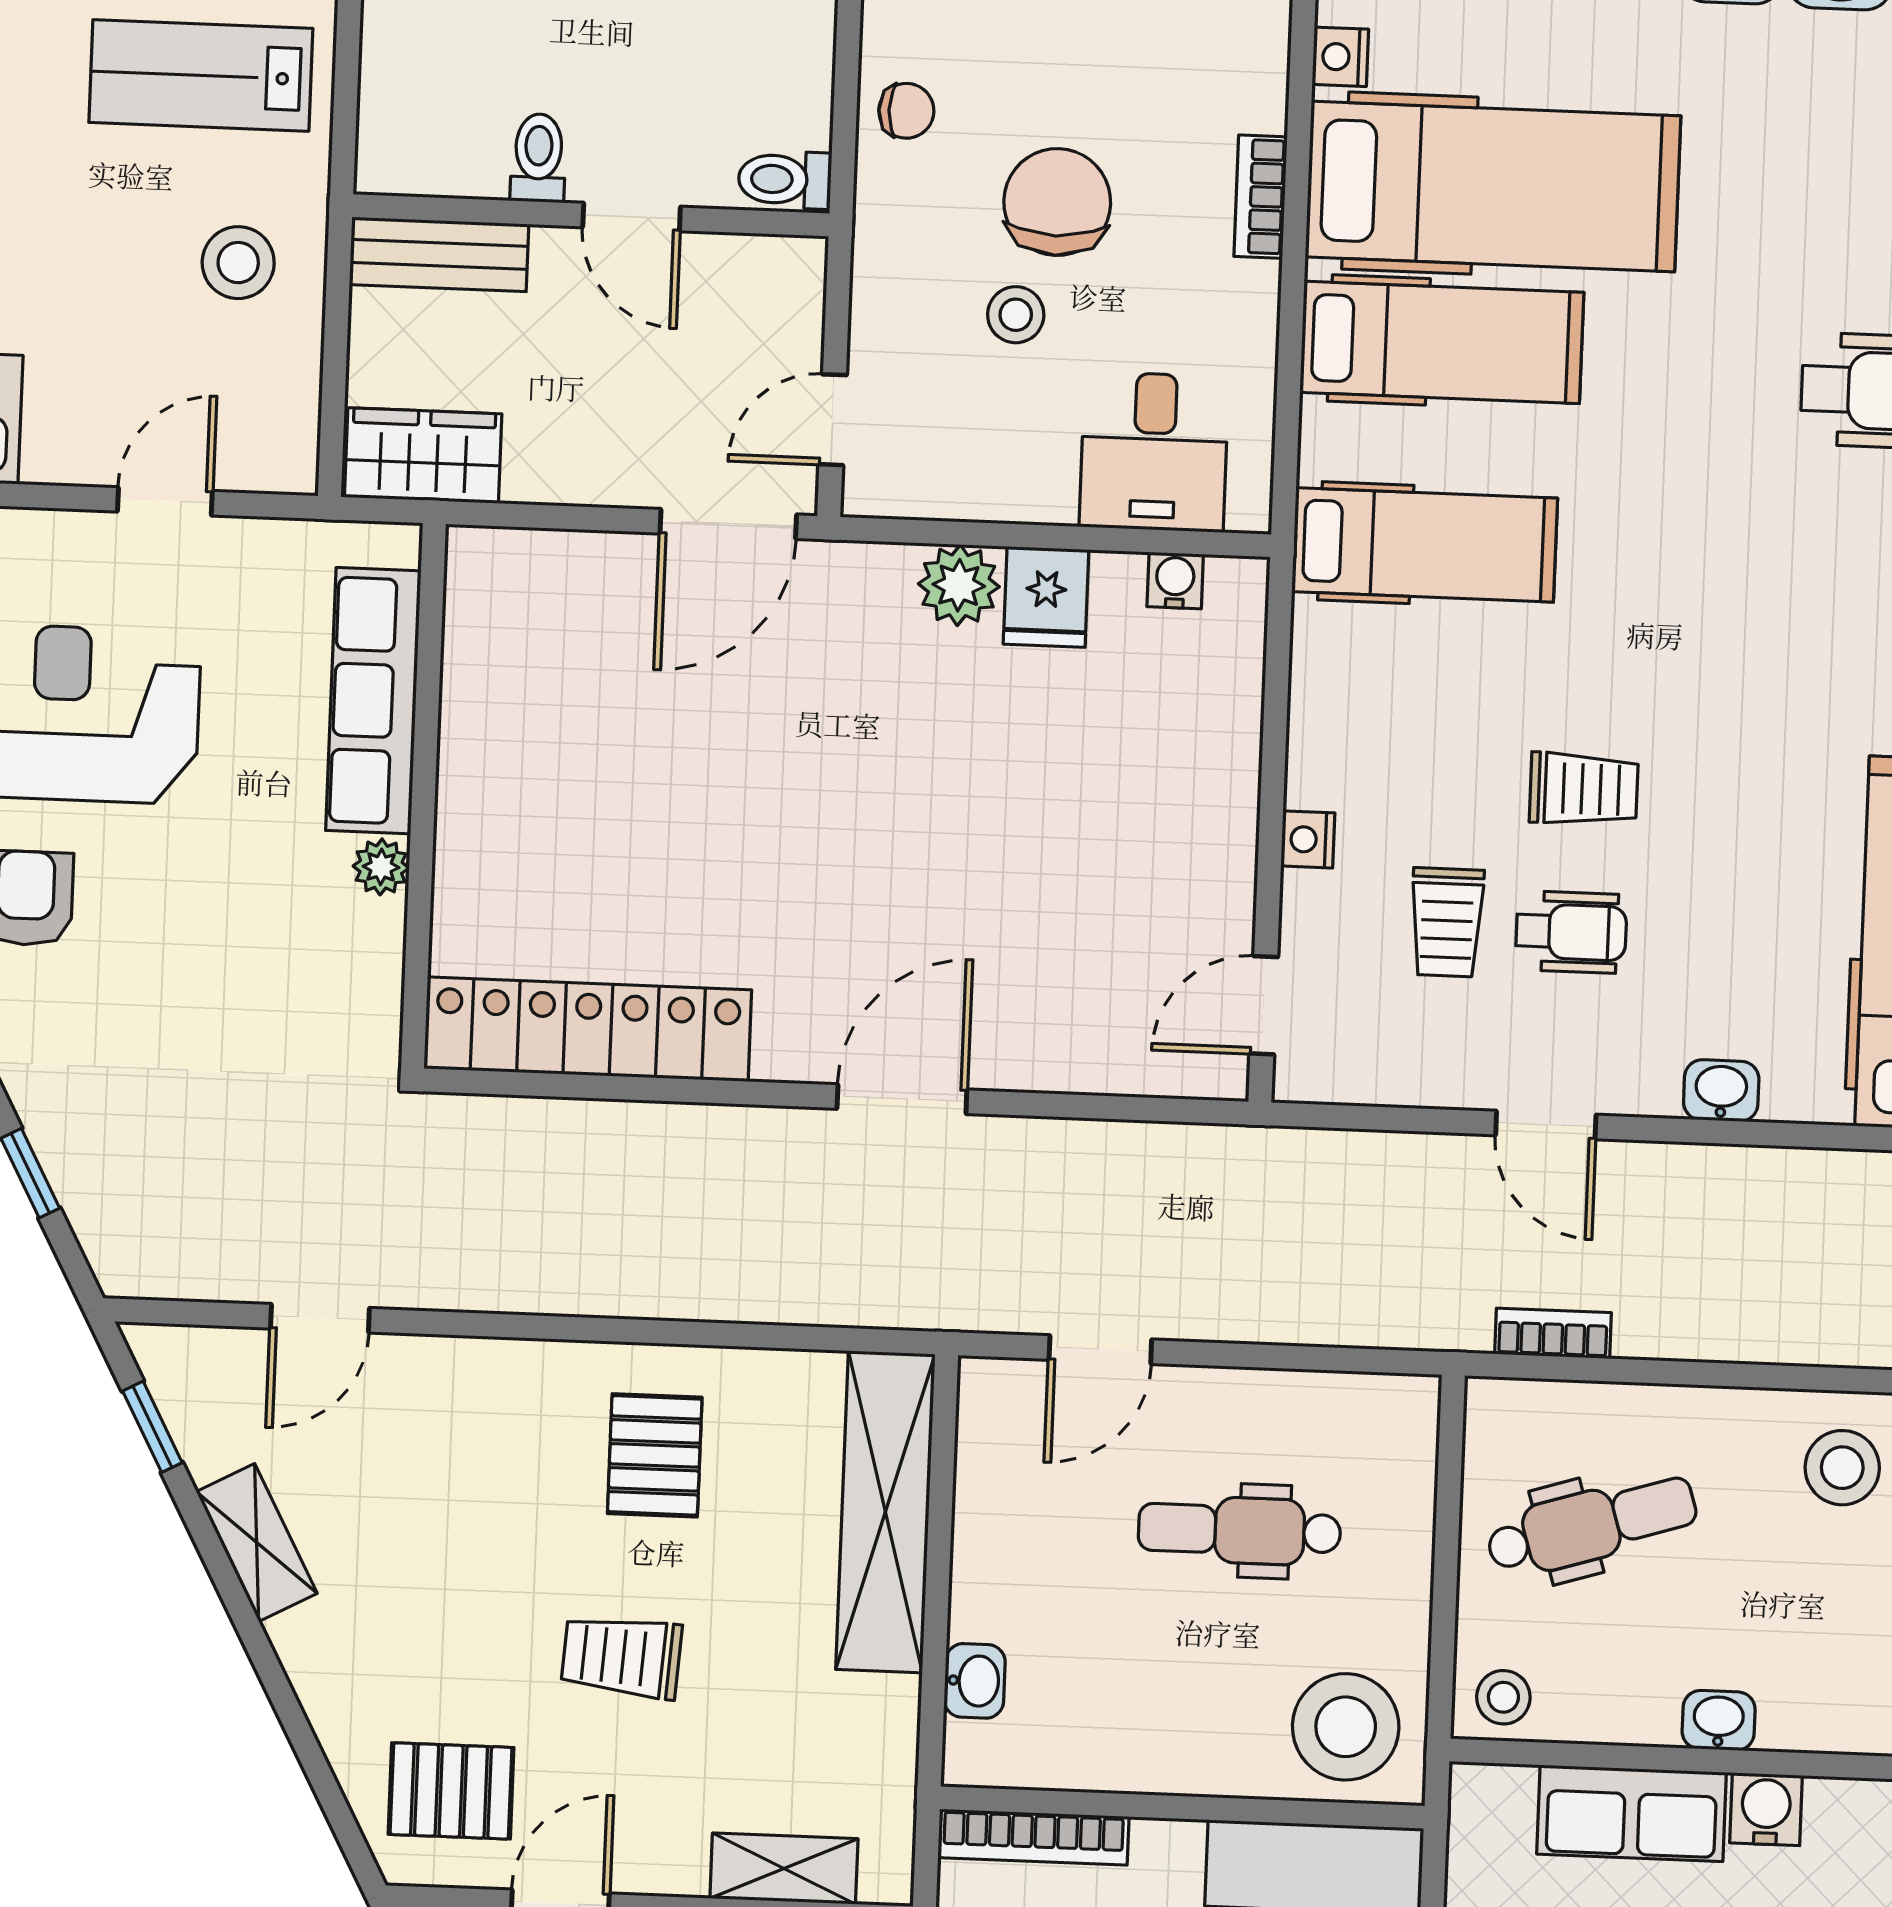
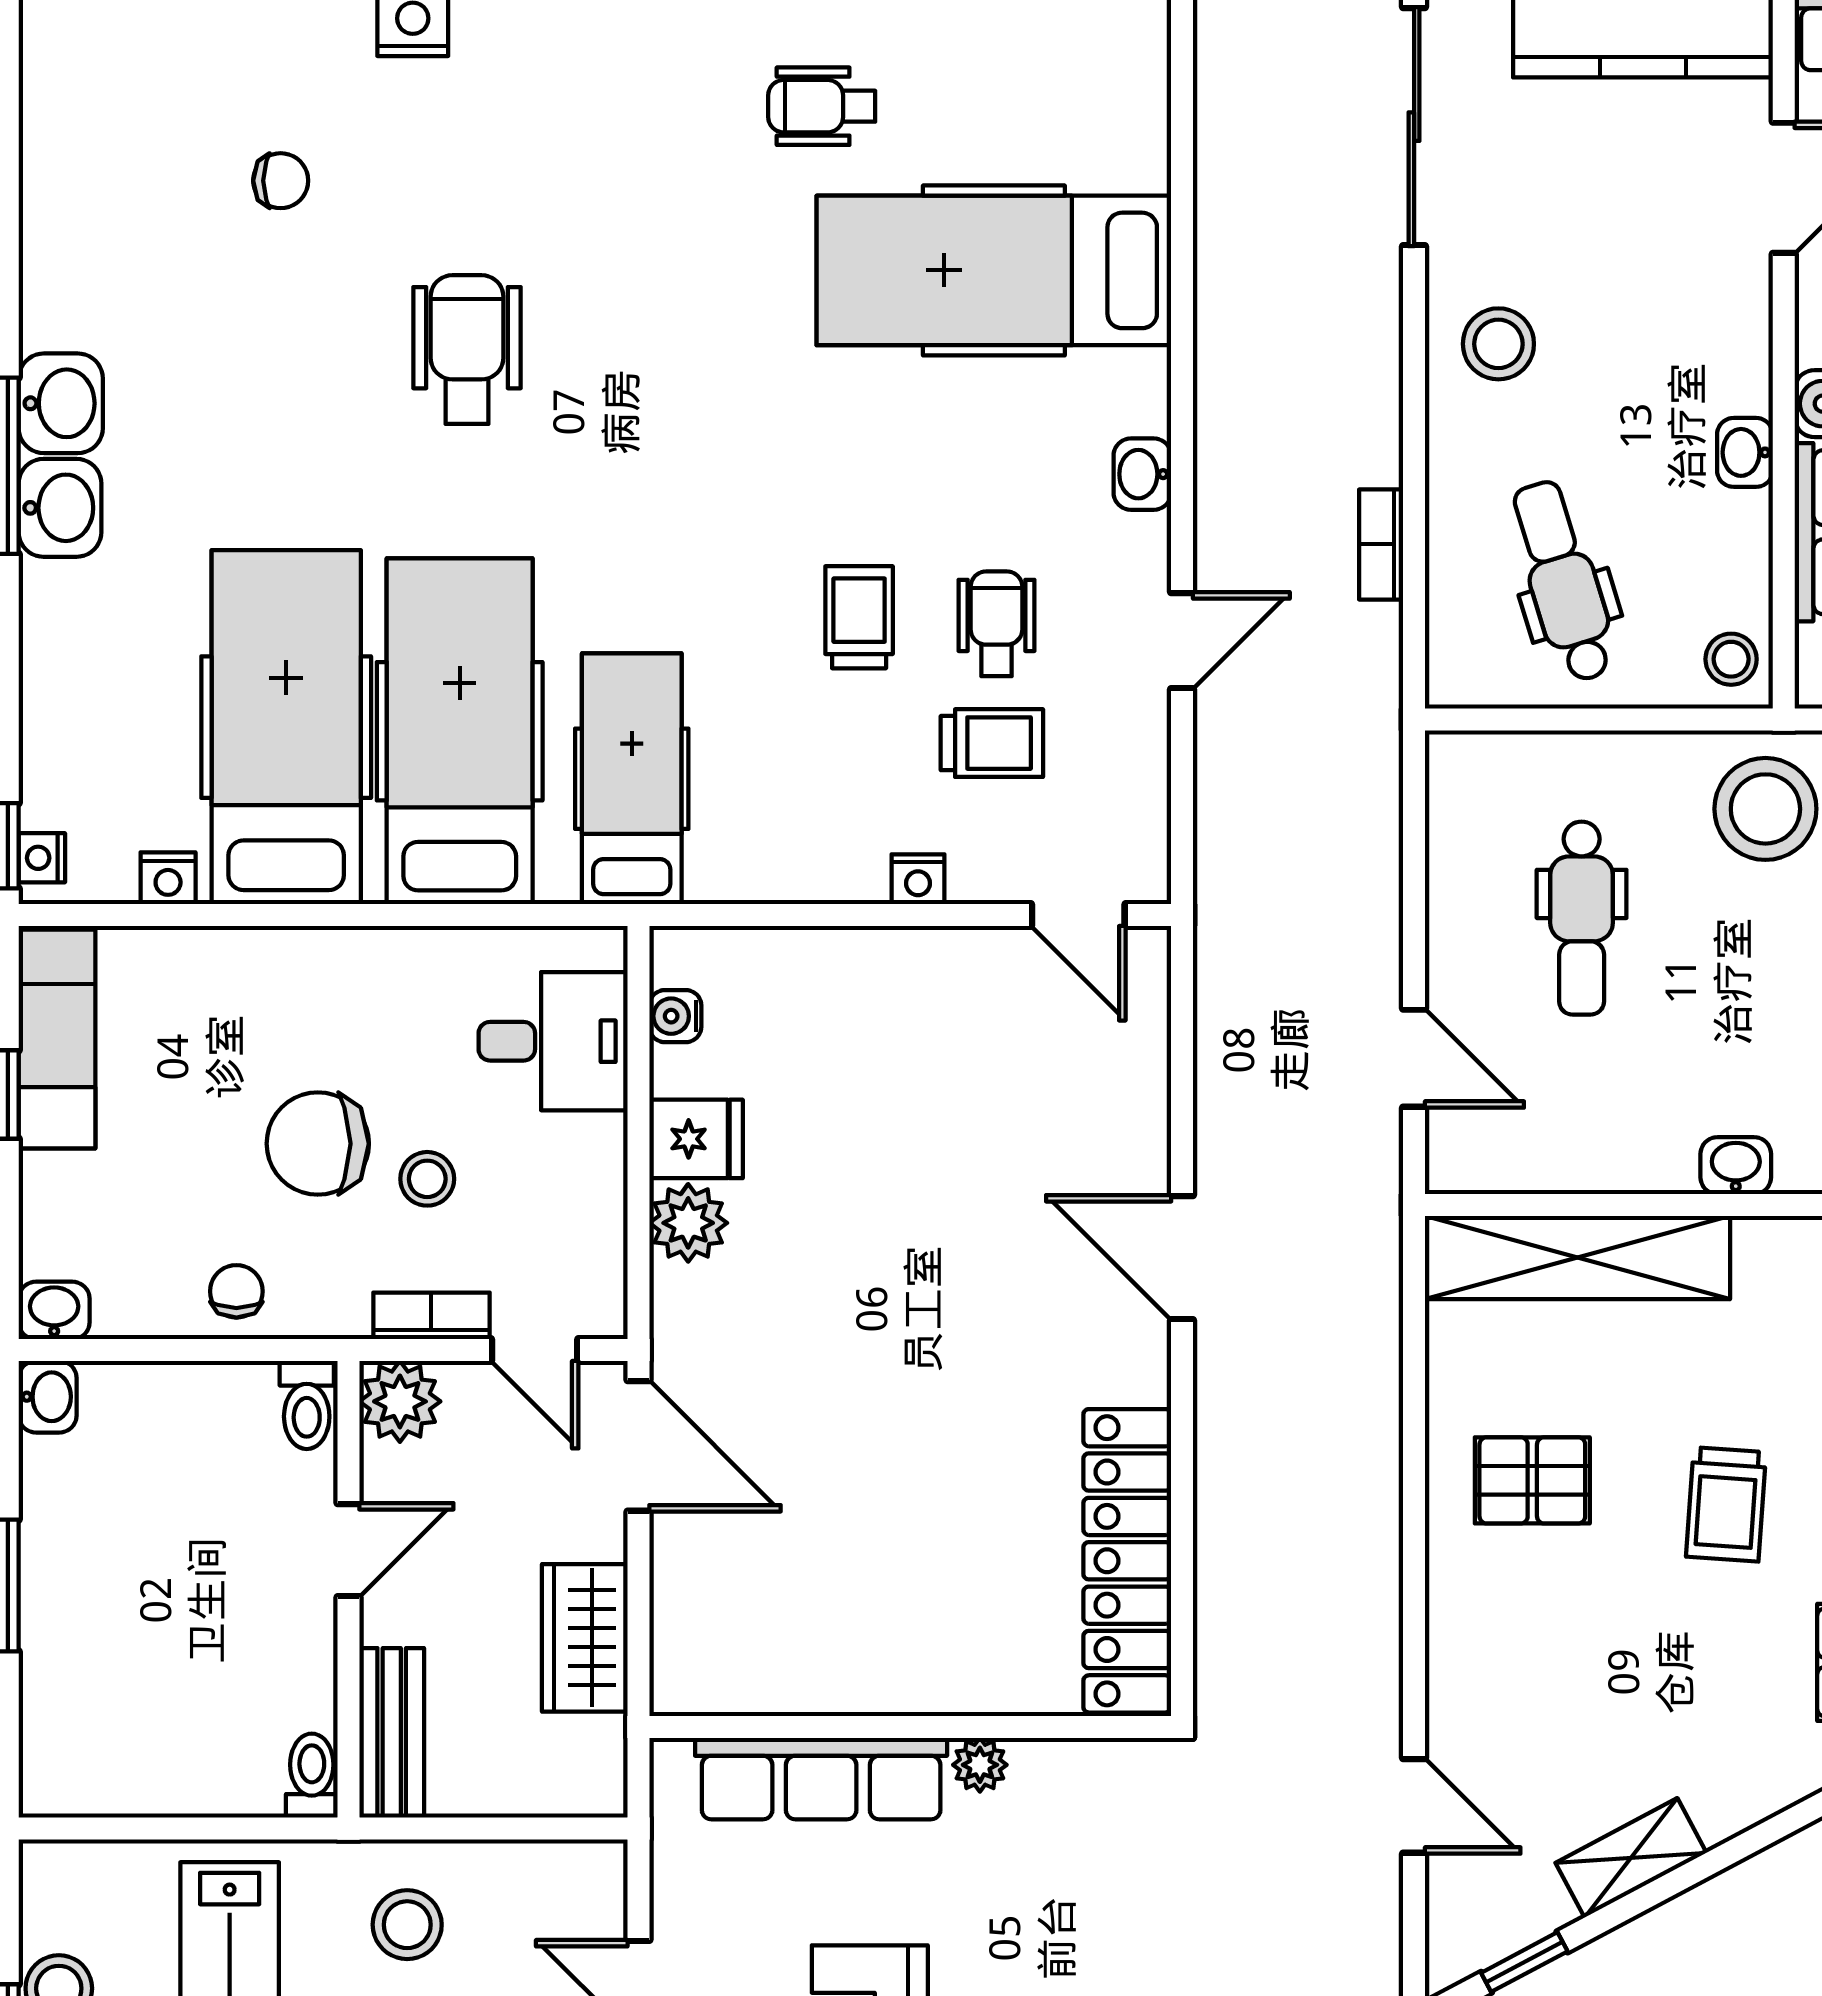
toilet: (538, 158) -> (312, 1776), moved, turned 90
bookcase: (1260, 197) -> (431, 1316), moved, turned 180
plant: (785, 277) -> (400, 1401), added
hospital bed: (1442, 342) -> (460, 731), width x1.37, depth x1.29
wardrobe: (423, 456) -> (585, 1638), moved
bookcase: (1553, 1333) -> (1381, 544), moved

